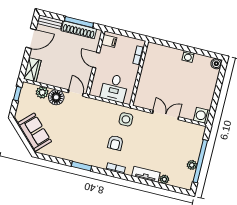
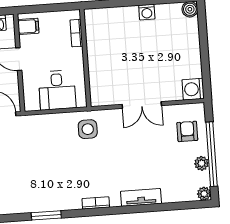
double door: (166, 115) -> (142, 105), swing flipped
armchair: (115, 143) -> (187, 131), moved, turned 180
plant: (164, 179) -> (204, 194), moved

